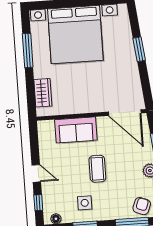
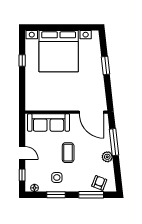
window: (28, 50) -> (22, 61), width x0.46
wardrobe: (43, 93) -> (31, 93), removed
sofa: (76, 130) -> (49, 122), width x1.36

